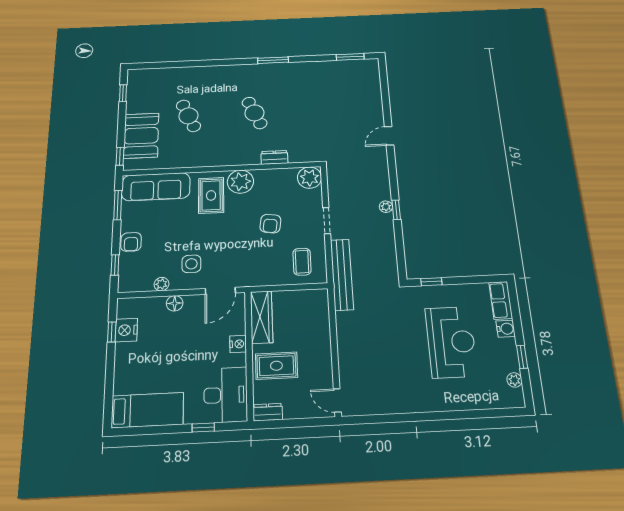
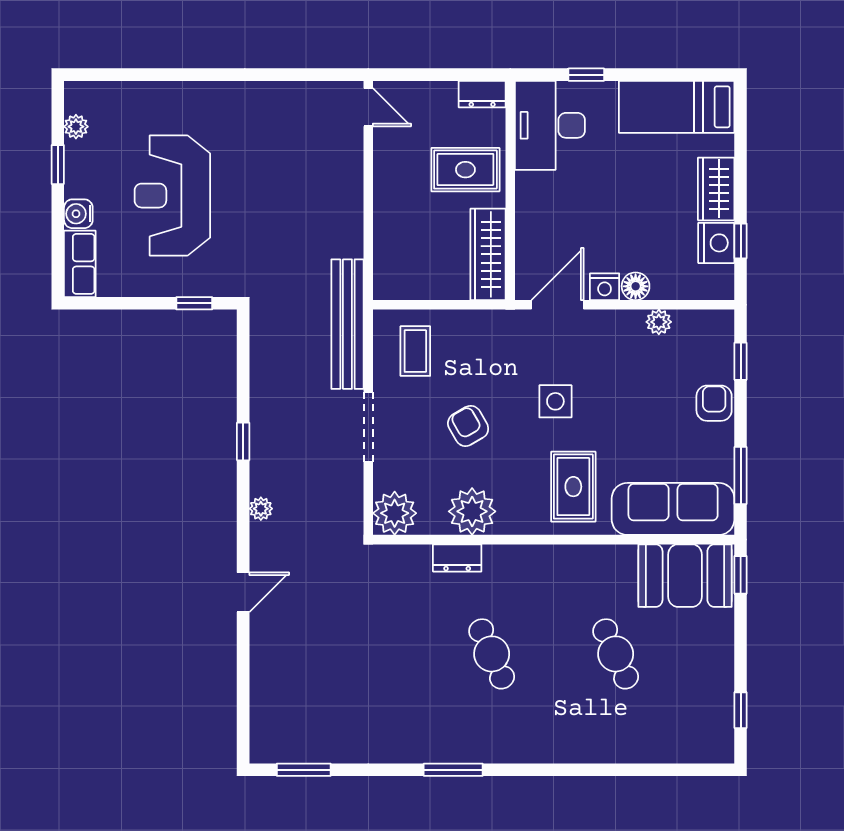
booth: (141, 136) -> (685, 576), moved, turned 90
plant: (240, 182) -> (472, 511), moved
plant: (386, 207) -> (261, 509), moved
doorway: (327, 221) -> (368, 427), width x1.38
armchair: (270, 224) -> (468, 426), turned -38
side table: (191, 264) -> (555, 401), moved
nightstand: (238, 344) -> (605, 287), moved, turned -90
wardrobe: (125, 362) -> (716, 189), added

